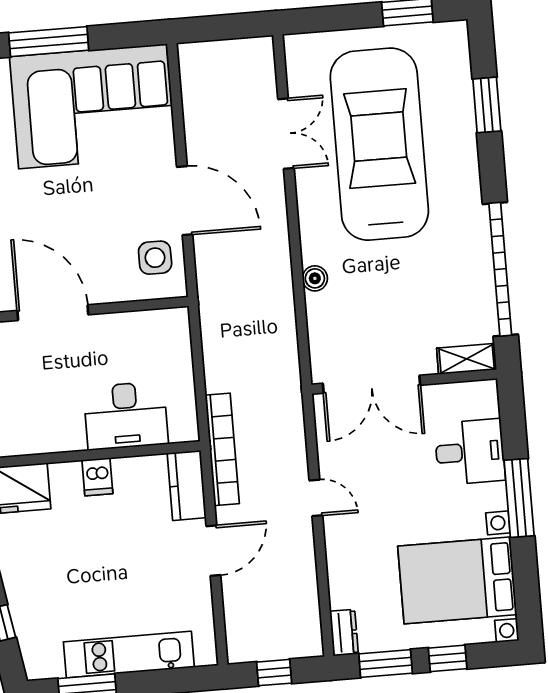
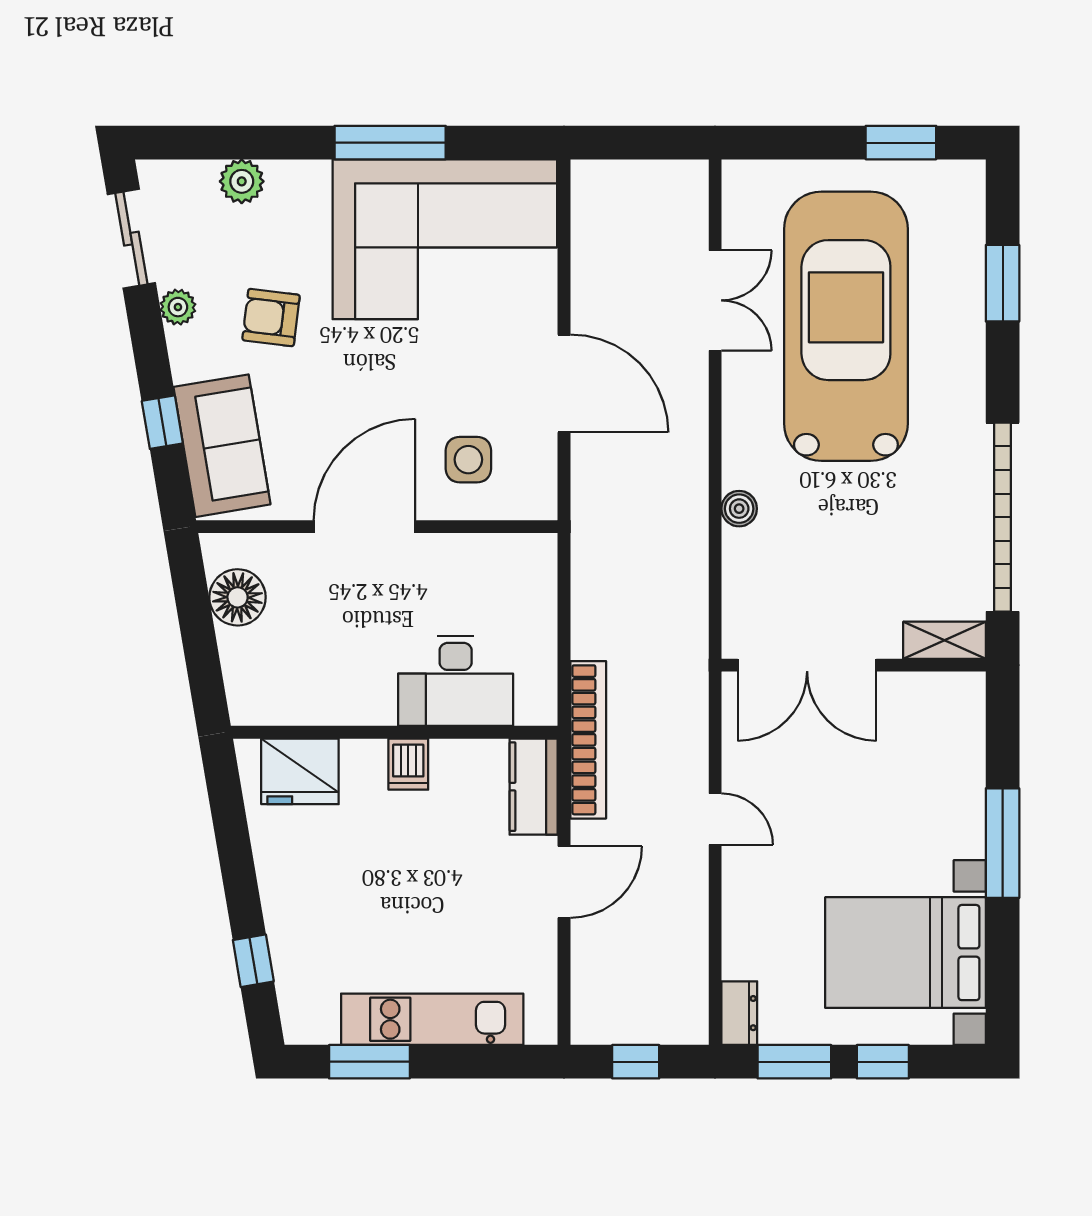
side table: (155, 258) -> (468, 460), moved
door: (53, 313) -> (364, 527), hinge flipped
desk: (470, 452) -> (938, 772), removed

